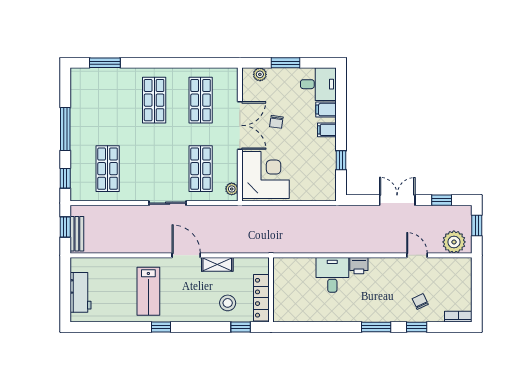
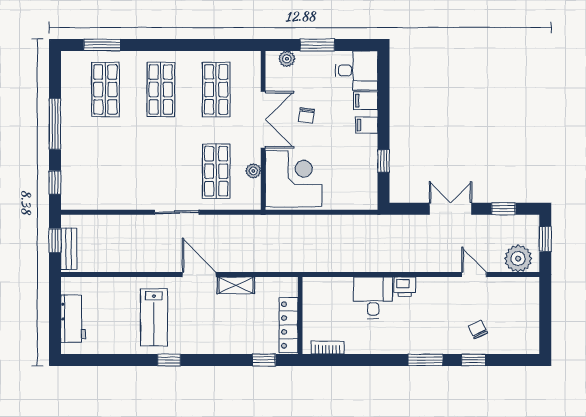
shop shelf: (108, 169) -> (105, 89), moved
plant: (232, 189) -> (253, 171), moved
stool: (228, 303) -> (248, 331), removed
bookcase: (458, 317) -> (328, 348), moved

